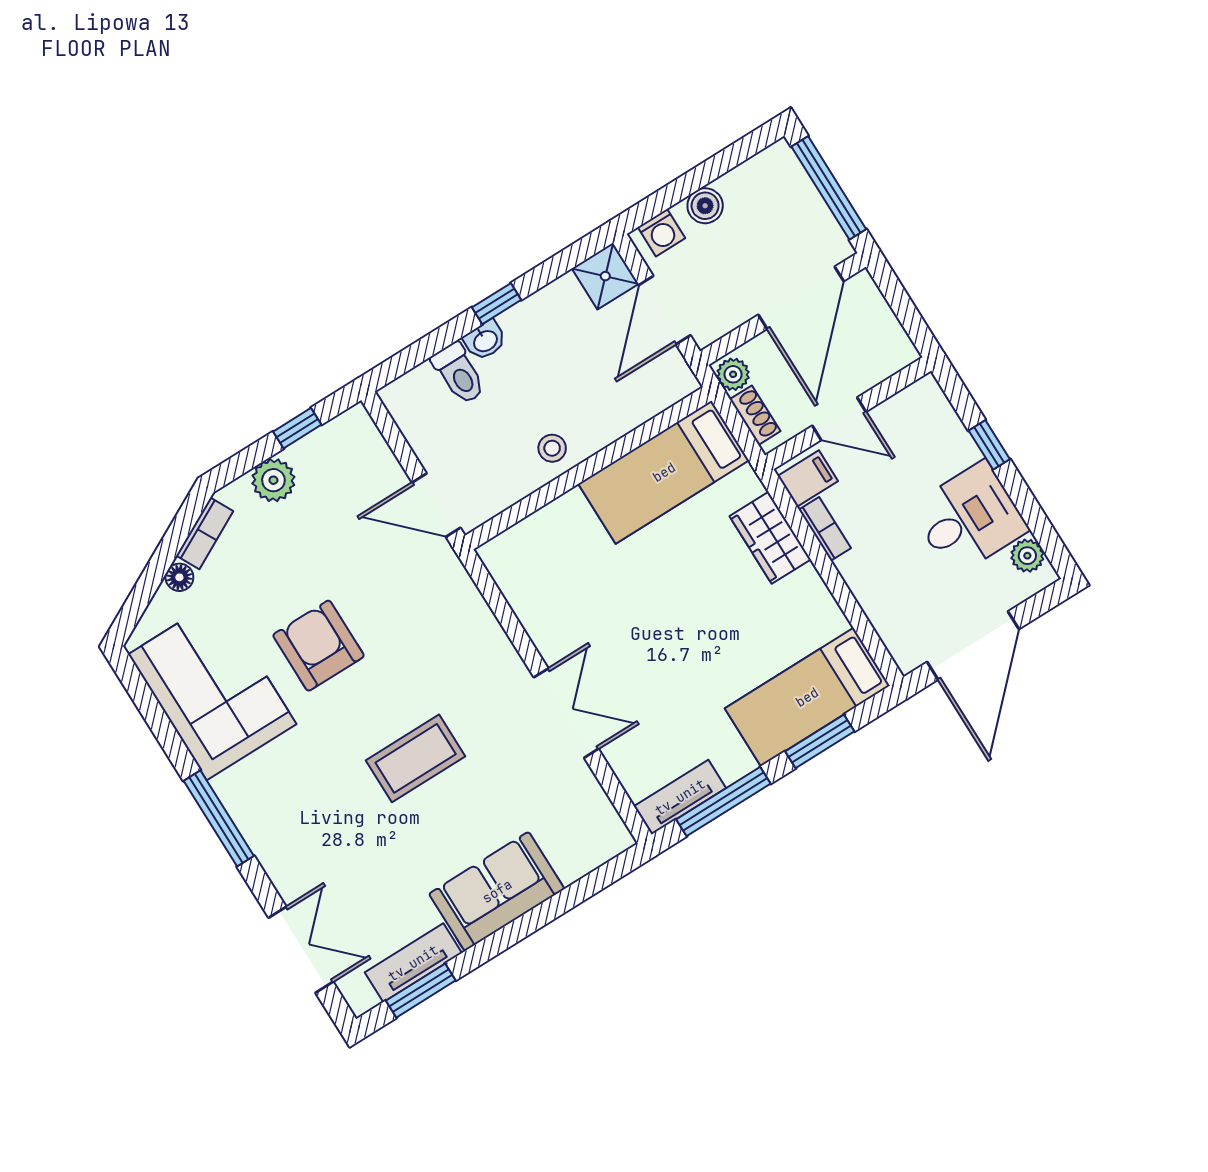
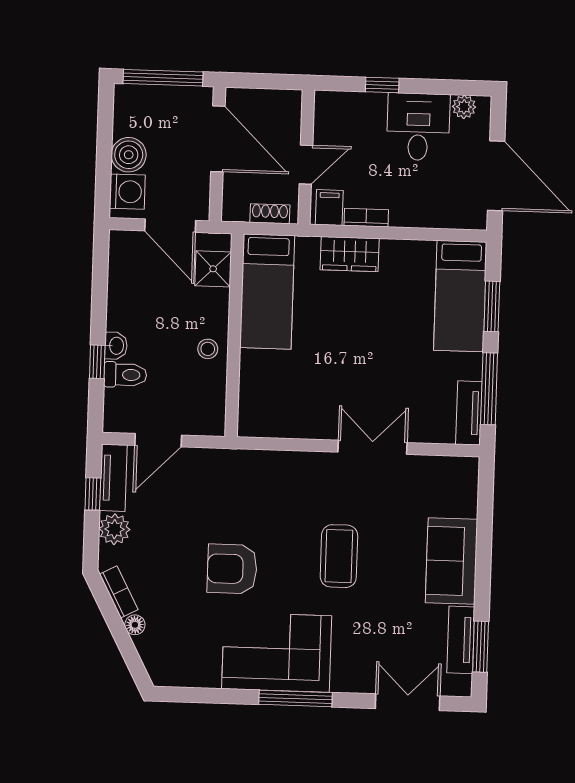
boiler: (705, 206) -> (129, 155), width x1.36, depth x1.36
washing machine: (661, 233) -> (127, 192), width x1.38, depth x1.38
shower: (605, 276) -> (213, 269), moved
window: (497, 304) -> (97, 362), moved
plant: (733, 374) -> (236, 210), removed
tv unit: (331, 439) -> (113, 478), added
door: (436, 505) -> (158, 440), moved
corner sofa: (212, 689) -> (277, 652), moved

